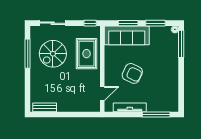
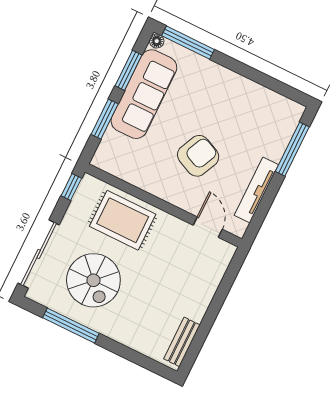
sliding door: (53, 23) -> (39, 254), width x1.37
sofa: (127, 35) -> (144, 94), moved

